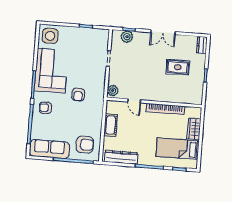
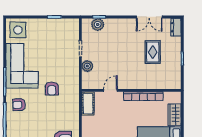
double door: (163, 32) -> (149, 17), moved
rug: (178, 67) -> (153, 52), turned 90
plant: (113, 91) -> (87, 66), moved
door: (134, 101) -> (110, 90), swing flipped
cot: (111, 125) -> (88, 104), moved

